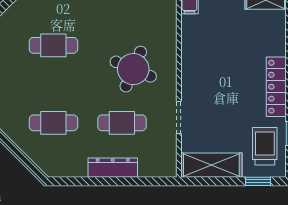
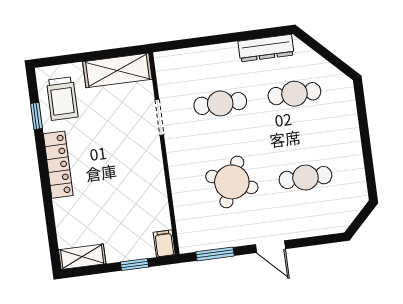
round table: (133, 69) -> (232, 182), moved
dresser: (113, 168) -> (266, 48), moved
window: (258, 181) -> (65, 59), removed

